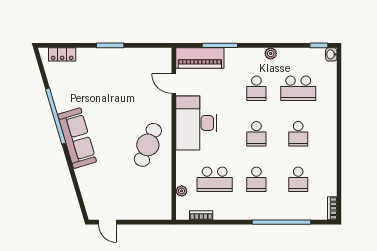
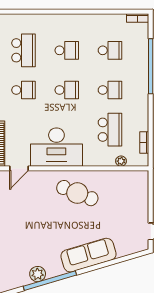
plant: (63, 103) -> (38, 274), added
sofa: (77, 138) -> (88, 255), moved

